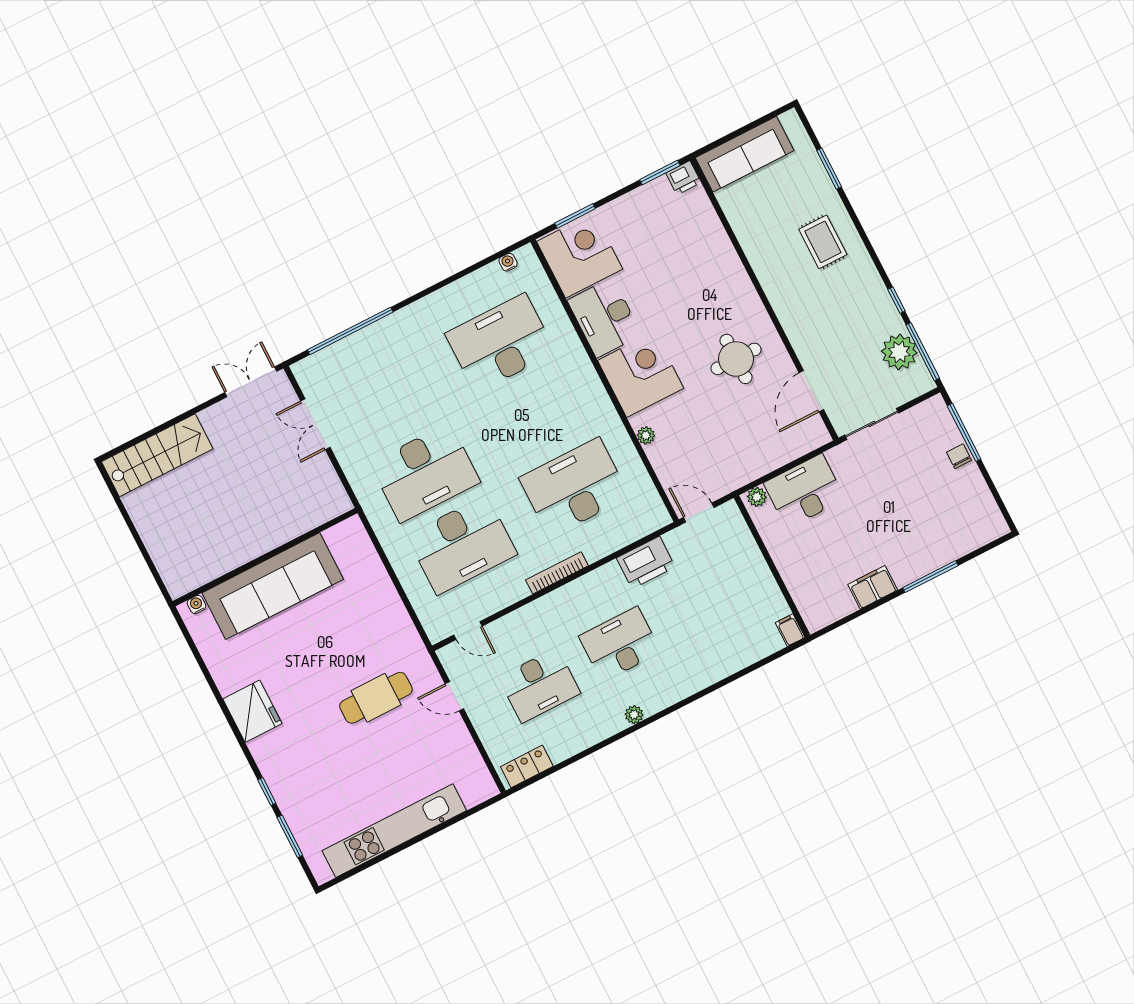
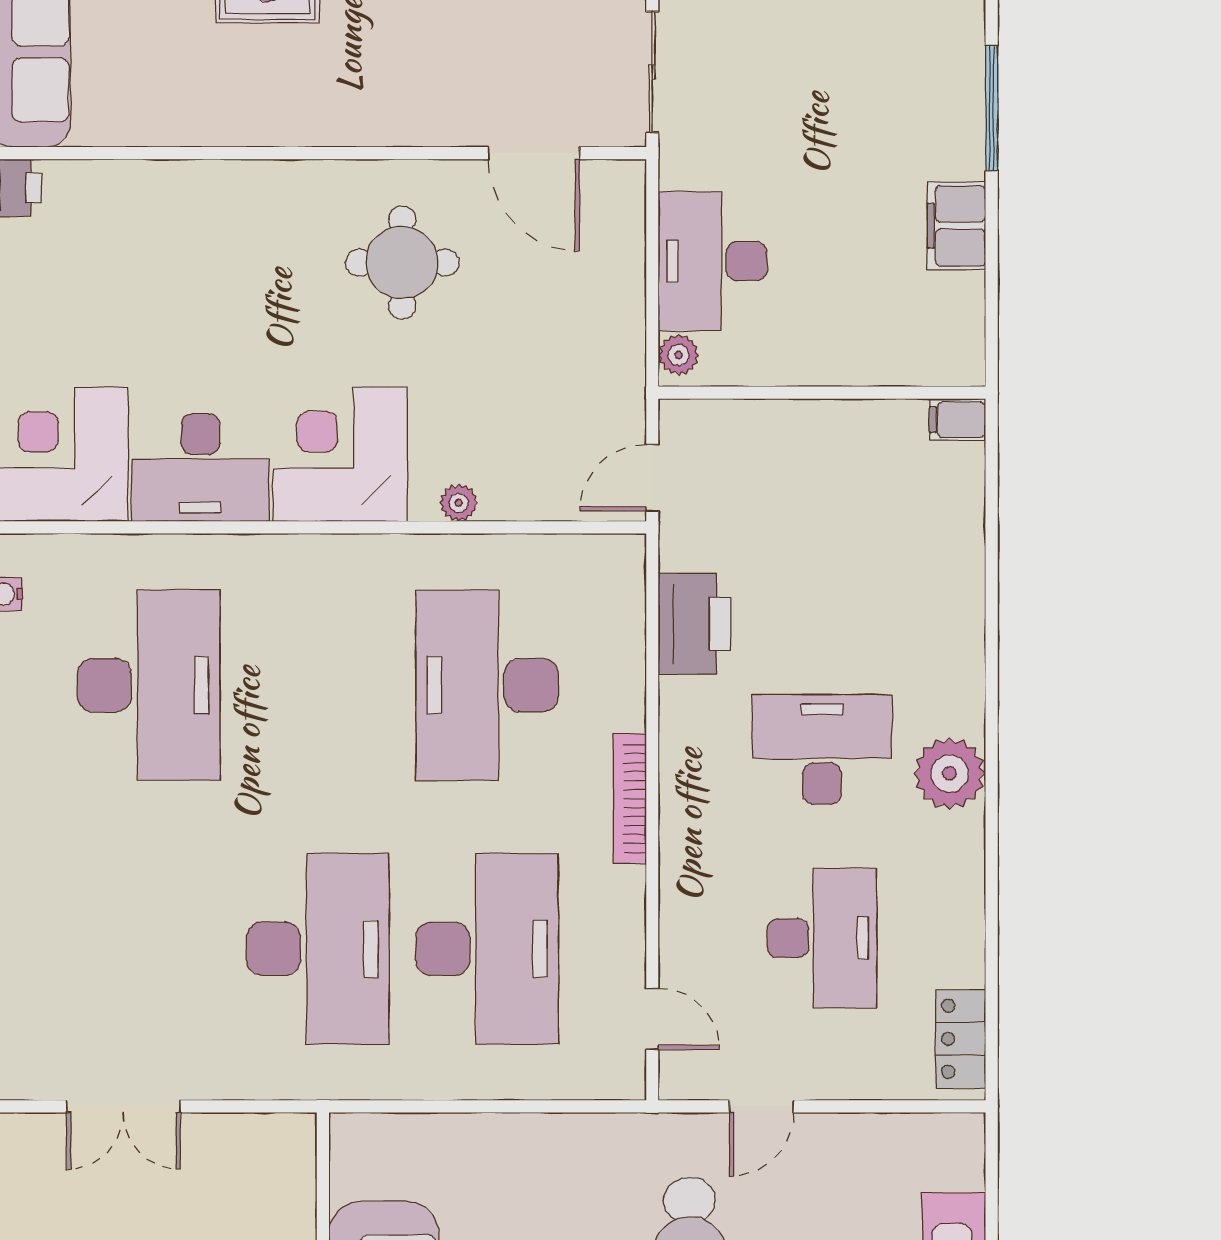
desk: (500, 343) -> (149, 685), turned 180
door: (468, 631) -> (652, 1019), hinge flipped
desk: (620, 644) -> (822, 750), turned 90
plant: (634, 715) -> (950, 773), width x1.88, depth x1.88

